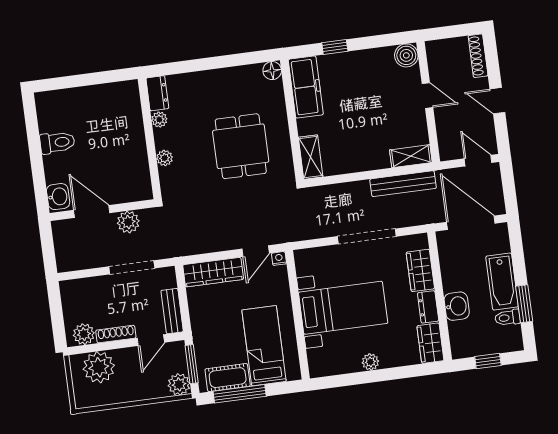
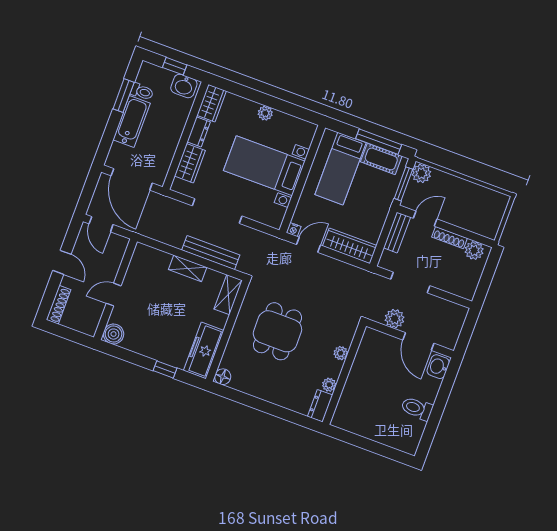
door: (427, 96) -> (114, 295), hinge flipped
shelving: (411, 156) -> (188, 268), moved
bench: (403, 184) -> (211, 253), moved
washbasin: (457, 306) -> (184, 86), moved, turned -90
plant: (99, 367) -> (476, 219), removed

